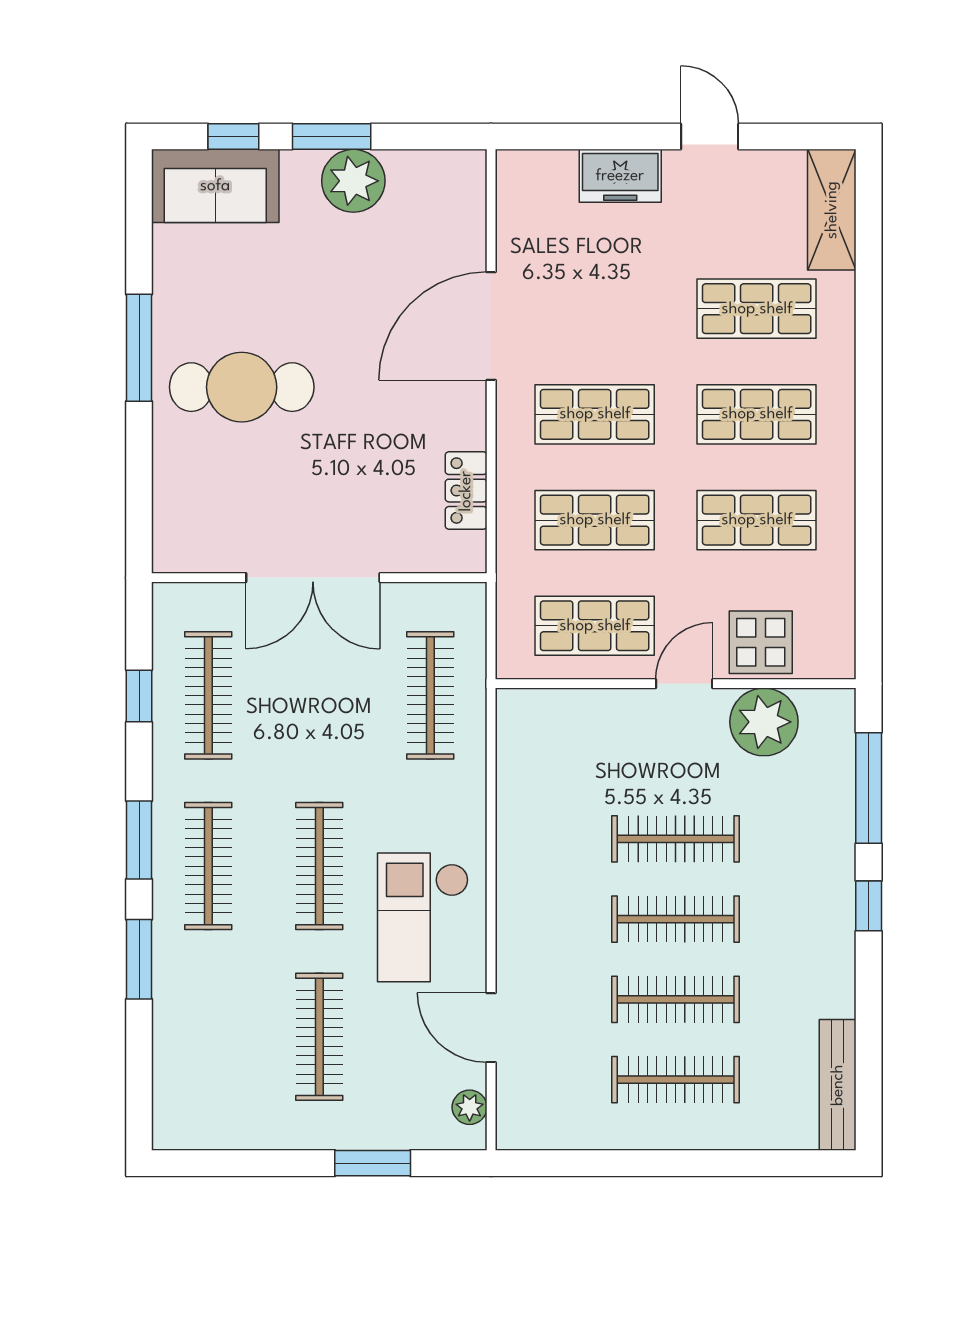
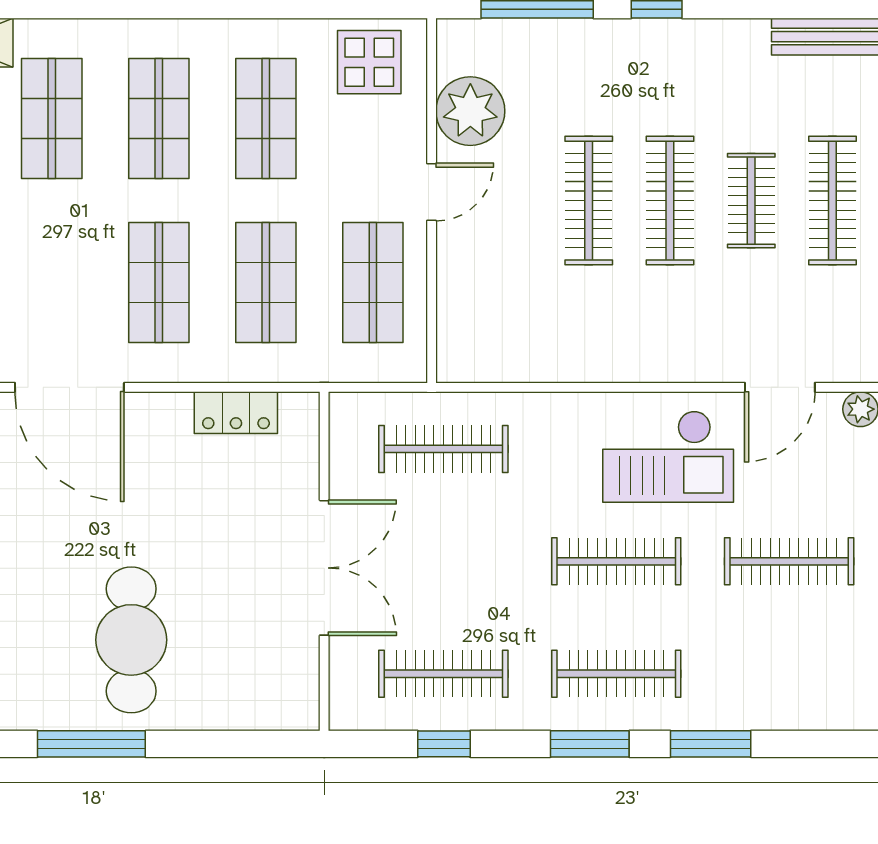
display table: (761, 642) -> (369, 62), moved
door: (684, 684) -> (432, 192), swing flipped
clothes rail: (676, 999) -> (751, 201), width x0.73

